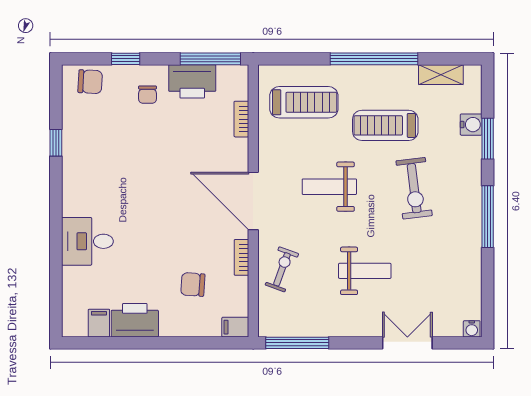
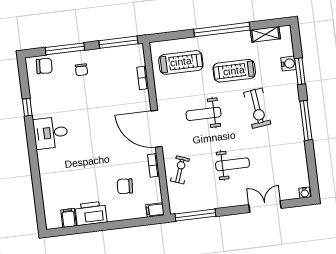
window: (126, 59) -> (65, 49), width x2.17
printer: (192, 81) -> (109, 58), removed
desk: (87, 241) -> (51, 133), moved

